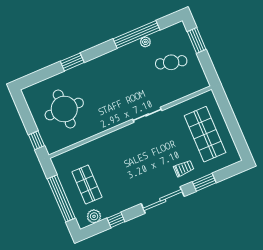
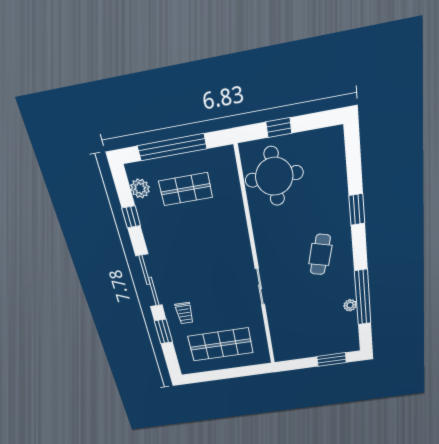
cafe table: (171, 62) -> (320, 255), moved
round table: (64, 109) -> (274, 176), moved
window: (36, 140) -> (279, 128), moved

